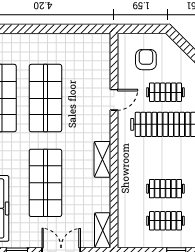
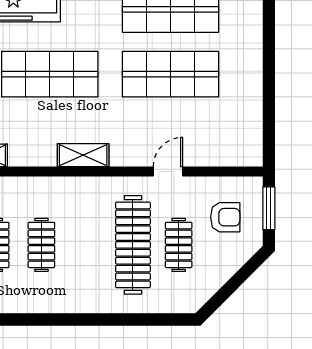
window: (140, 29) -> (269, 208), added
door: (114, 100) -> (168, 172), swing flipped

